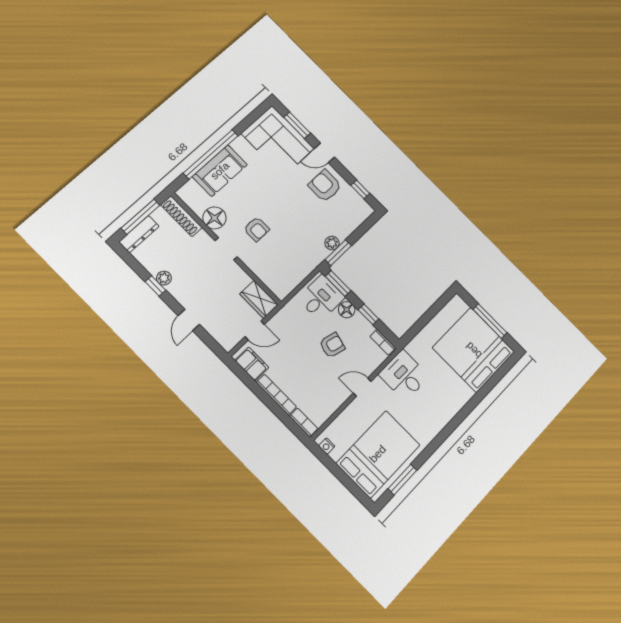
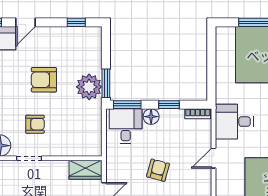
armchair: (325, 186) -> (44, 80), moved
plant: (332, 243) -> (89, 87), width x1.87, depth x1.87
armchair: (332, 345) -> (158, 170), moved

